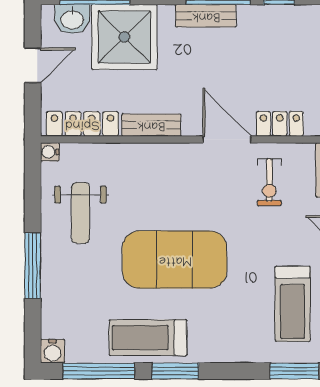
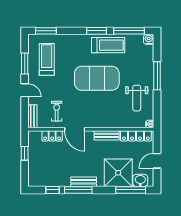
weight bench: (81, 213) -> (137, 98), turned 180

